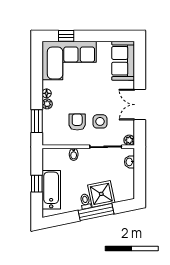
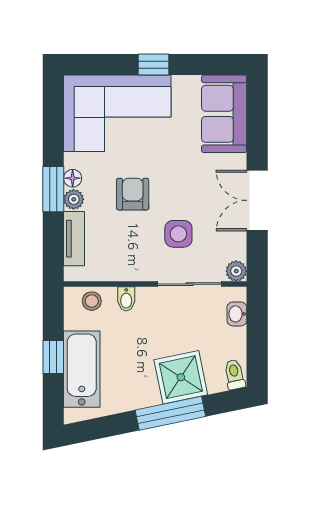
window: (66, 36) -> (153, 65), moved
window: (37, 121) -> (53, 189), moved
armchair: (77, 122) -> (133, 194), moved
tv unit: (47, 124) -> (74, 239), added
stool: (56, 155) -> (92, 301), added
toilet: (85, 201) -> (235, 375), moved

